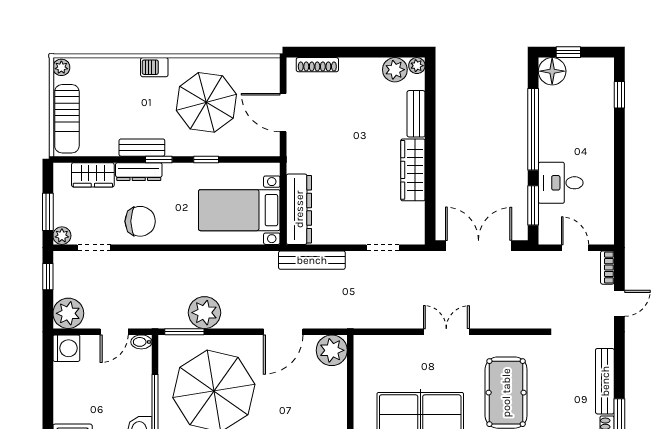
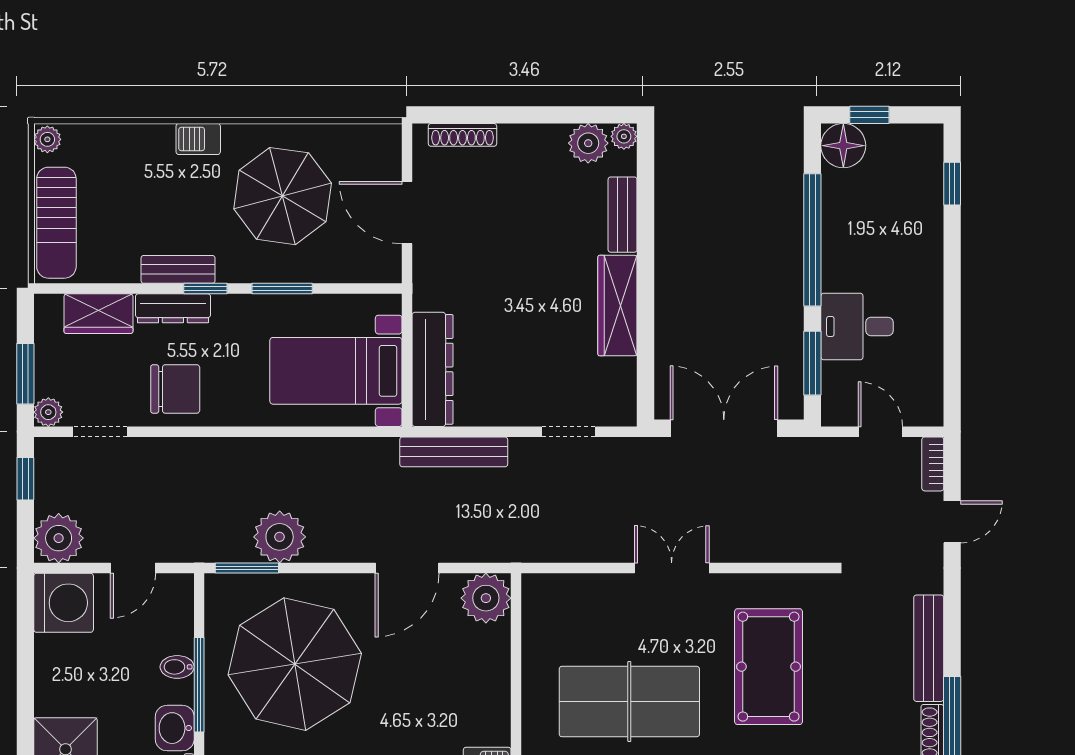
window: (206, 159) -> (282, 289), width x1.50
bidet: (141, 342) -> (177, 667), moved
washing machine: (66, 348) -> (64, 603), width x1.37, depth x1.37

